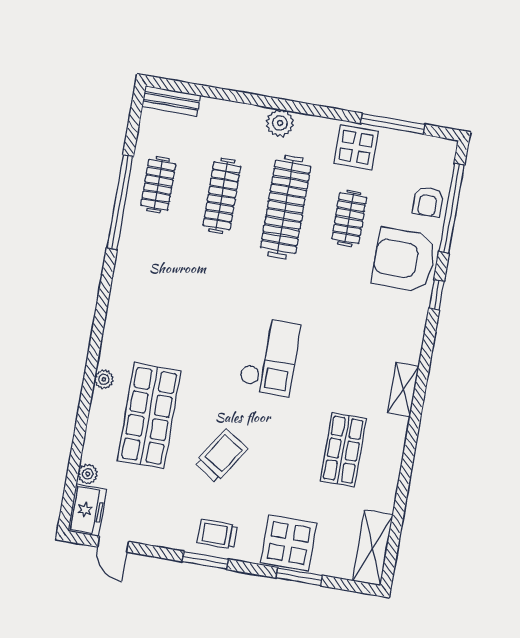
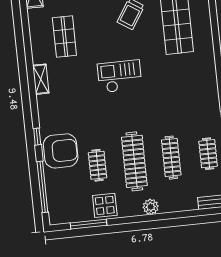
armchair: (428, 202) -> (57, 187), removed
checkout: (270, 357) -> (120, 76), turned 90
plant: (104, 379) -> (208, 38), removed

